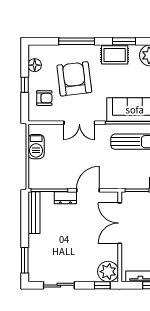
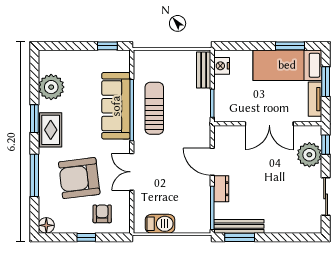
floor lamp: (35, 65) -> (46, 225), moved
double door: (79, 123) -> (132, 172), swing flipped
double door: (120, 223) -> (269, 124), moved
window: (25, 260) -> (240, 237), moved
plant: (108, 272) -> (309, 155), moved

